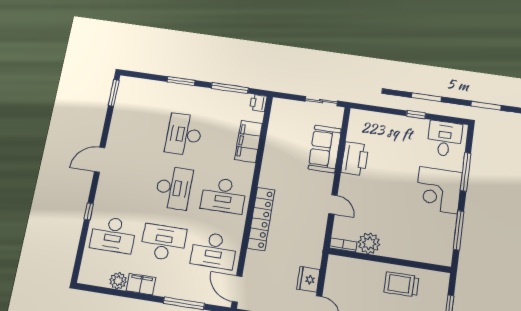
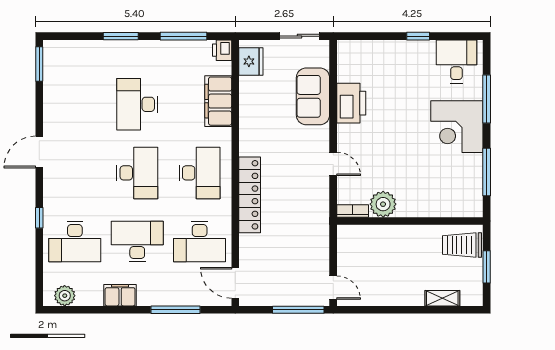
desk: (224, 195) -> (200, 173), turned -90
fridge: (308, 279) -> (251, 61), moved, turned 180
plant: (118, 281) -> (65, 296), moved
trolley: (401, 284) -> (462, 245), moved

